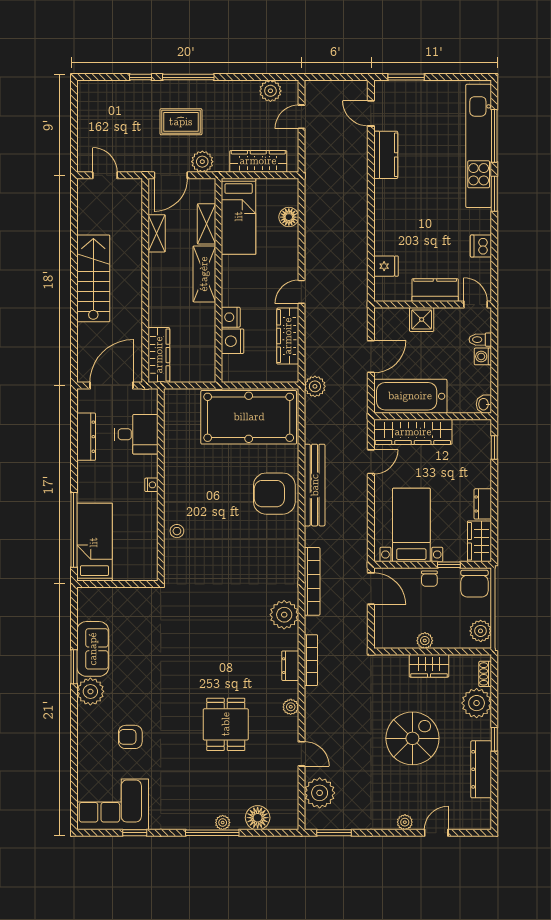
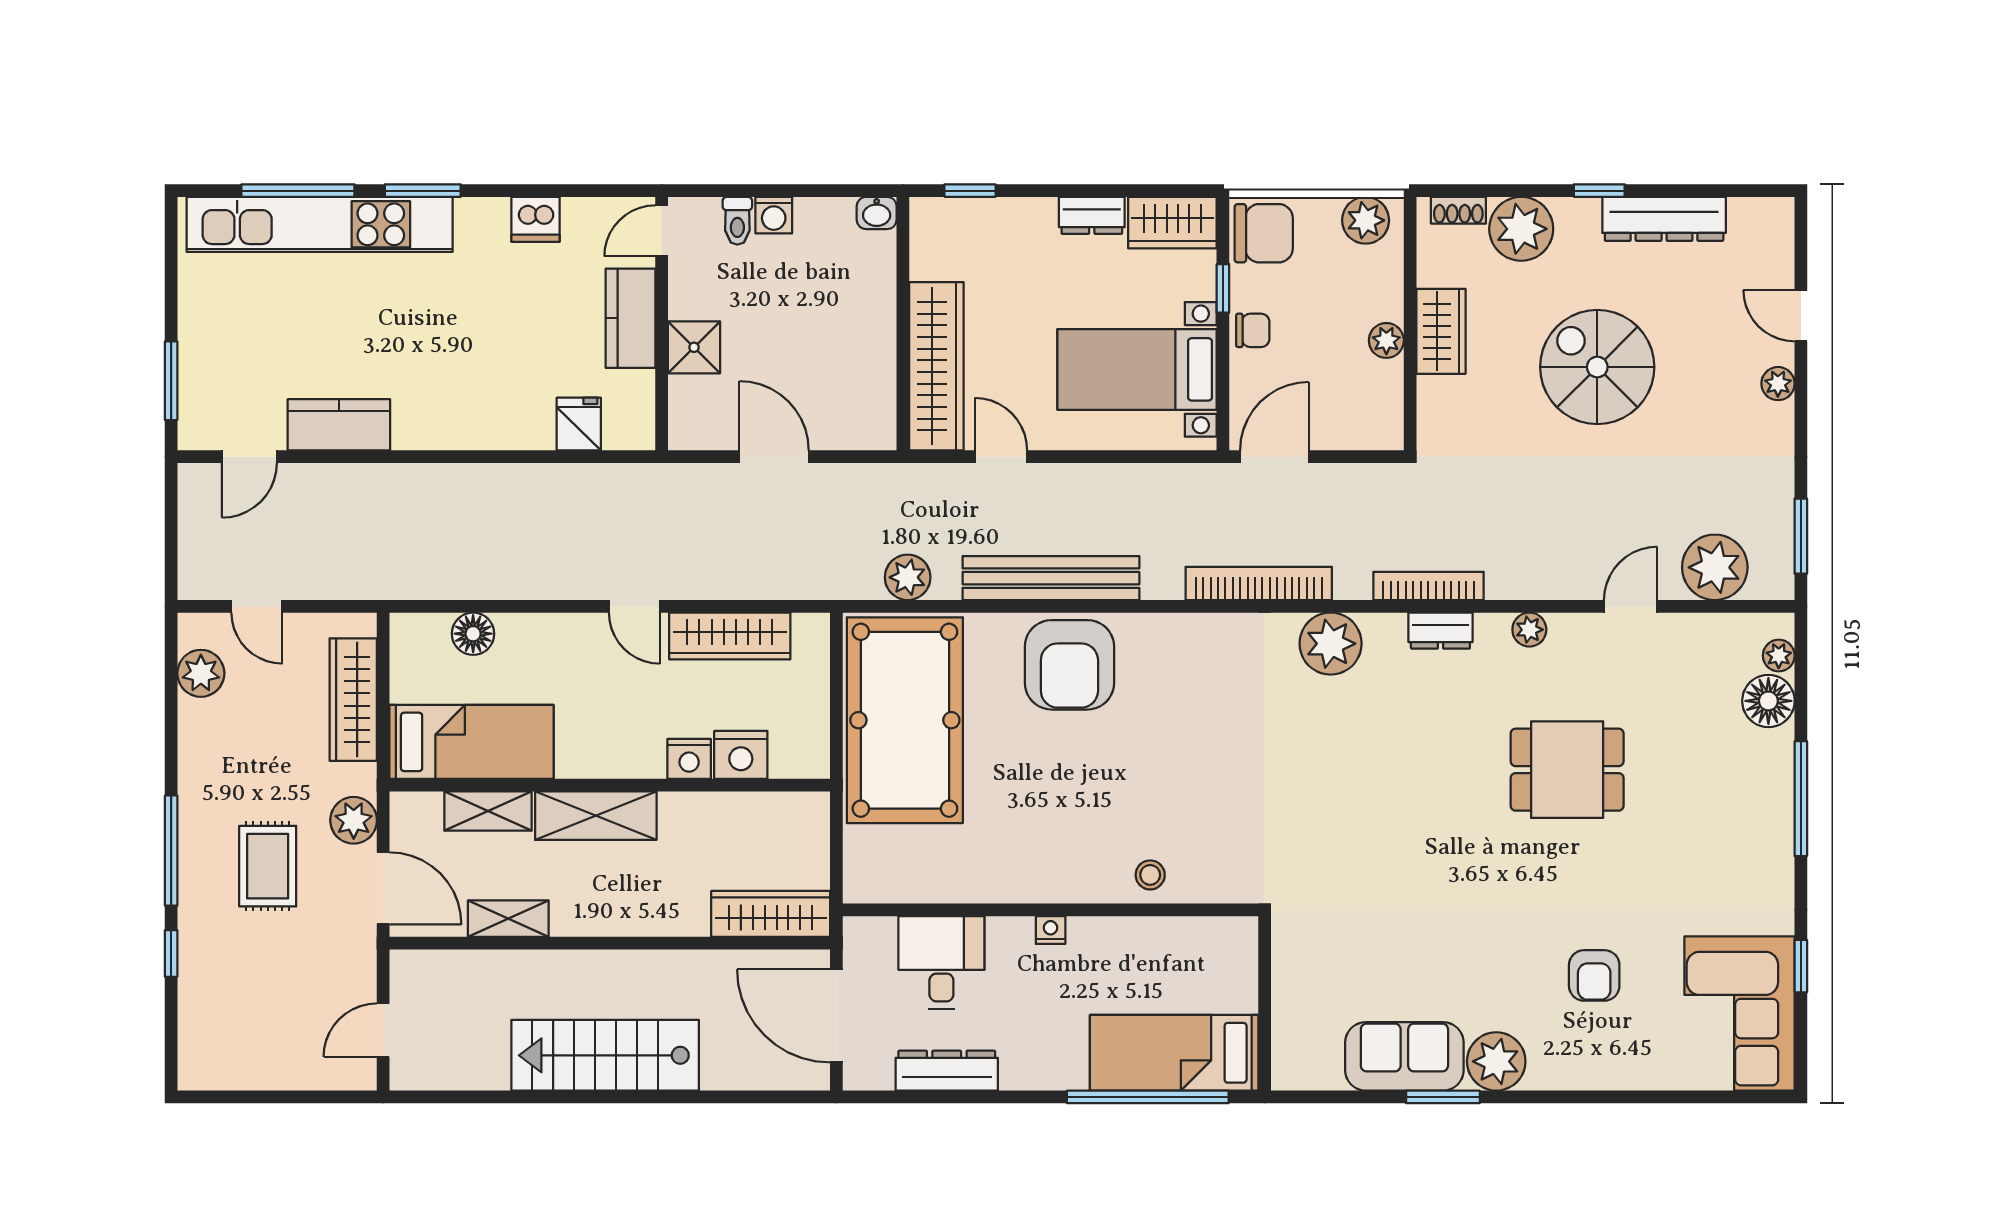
plant: (315, 386) -> (908, 577), moved
bathtub: (410, 396) -> (860, 372), removed
plant: (223, 823) -> (1779, 656), moved

